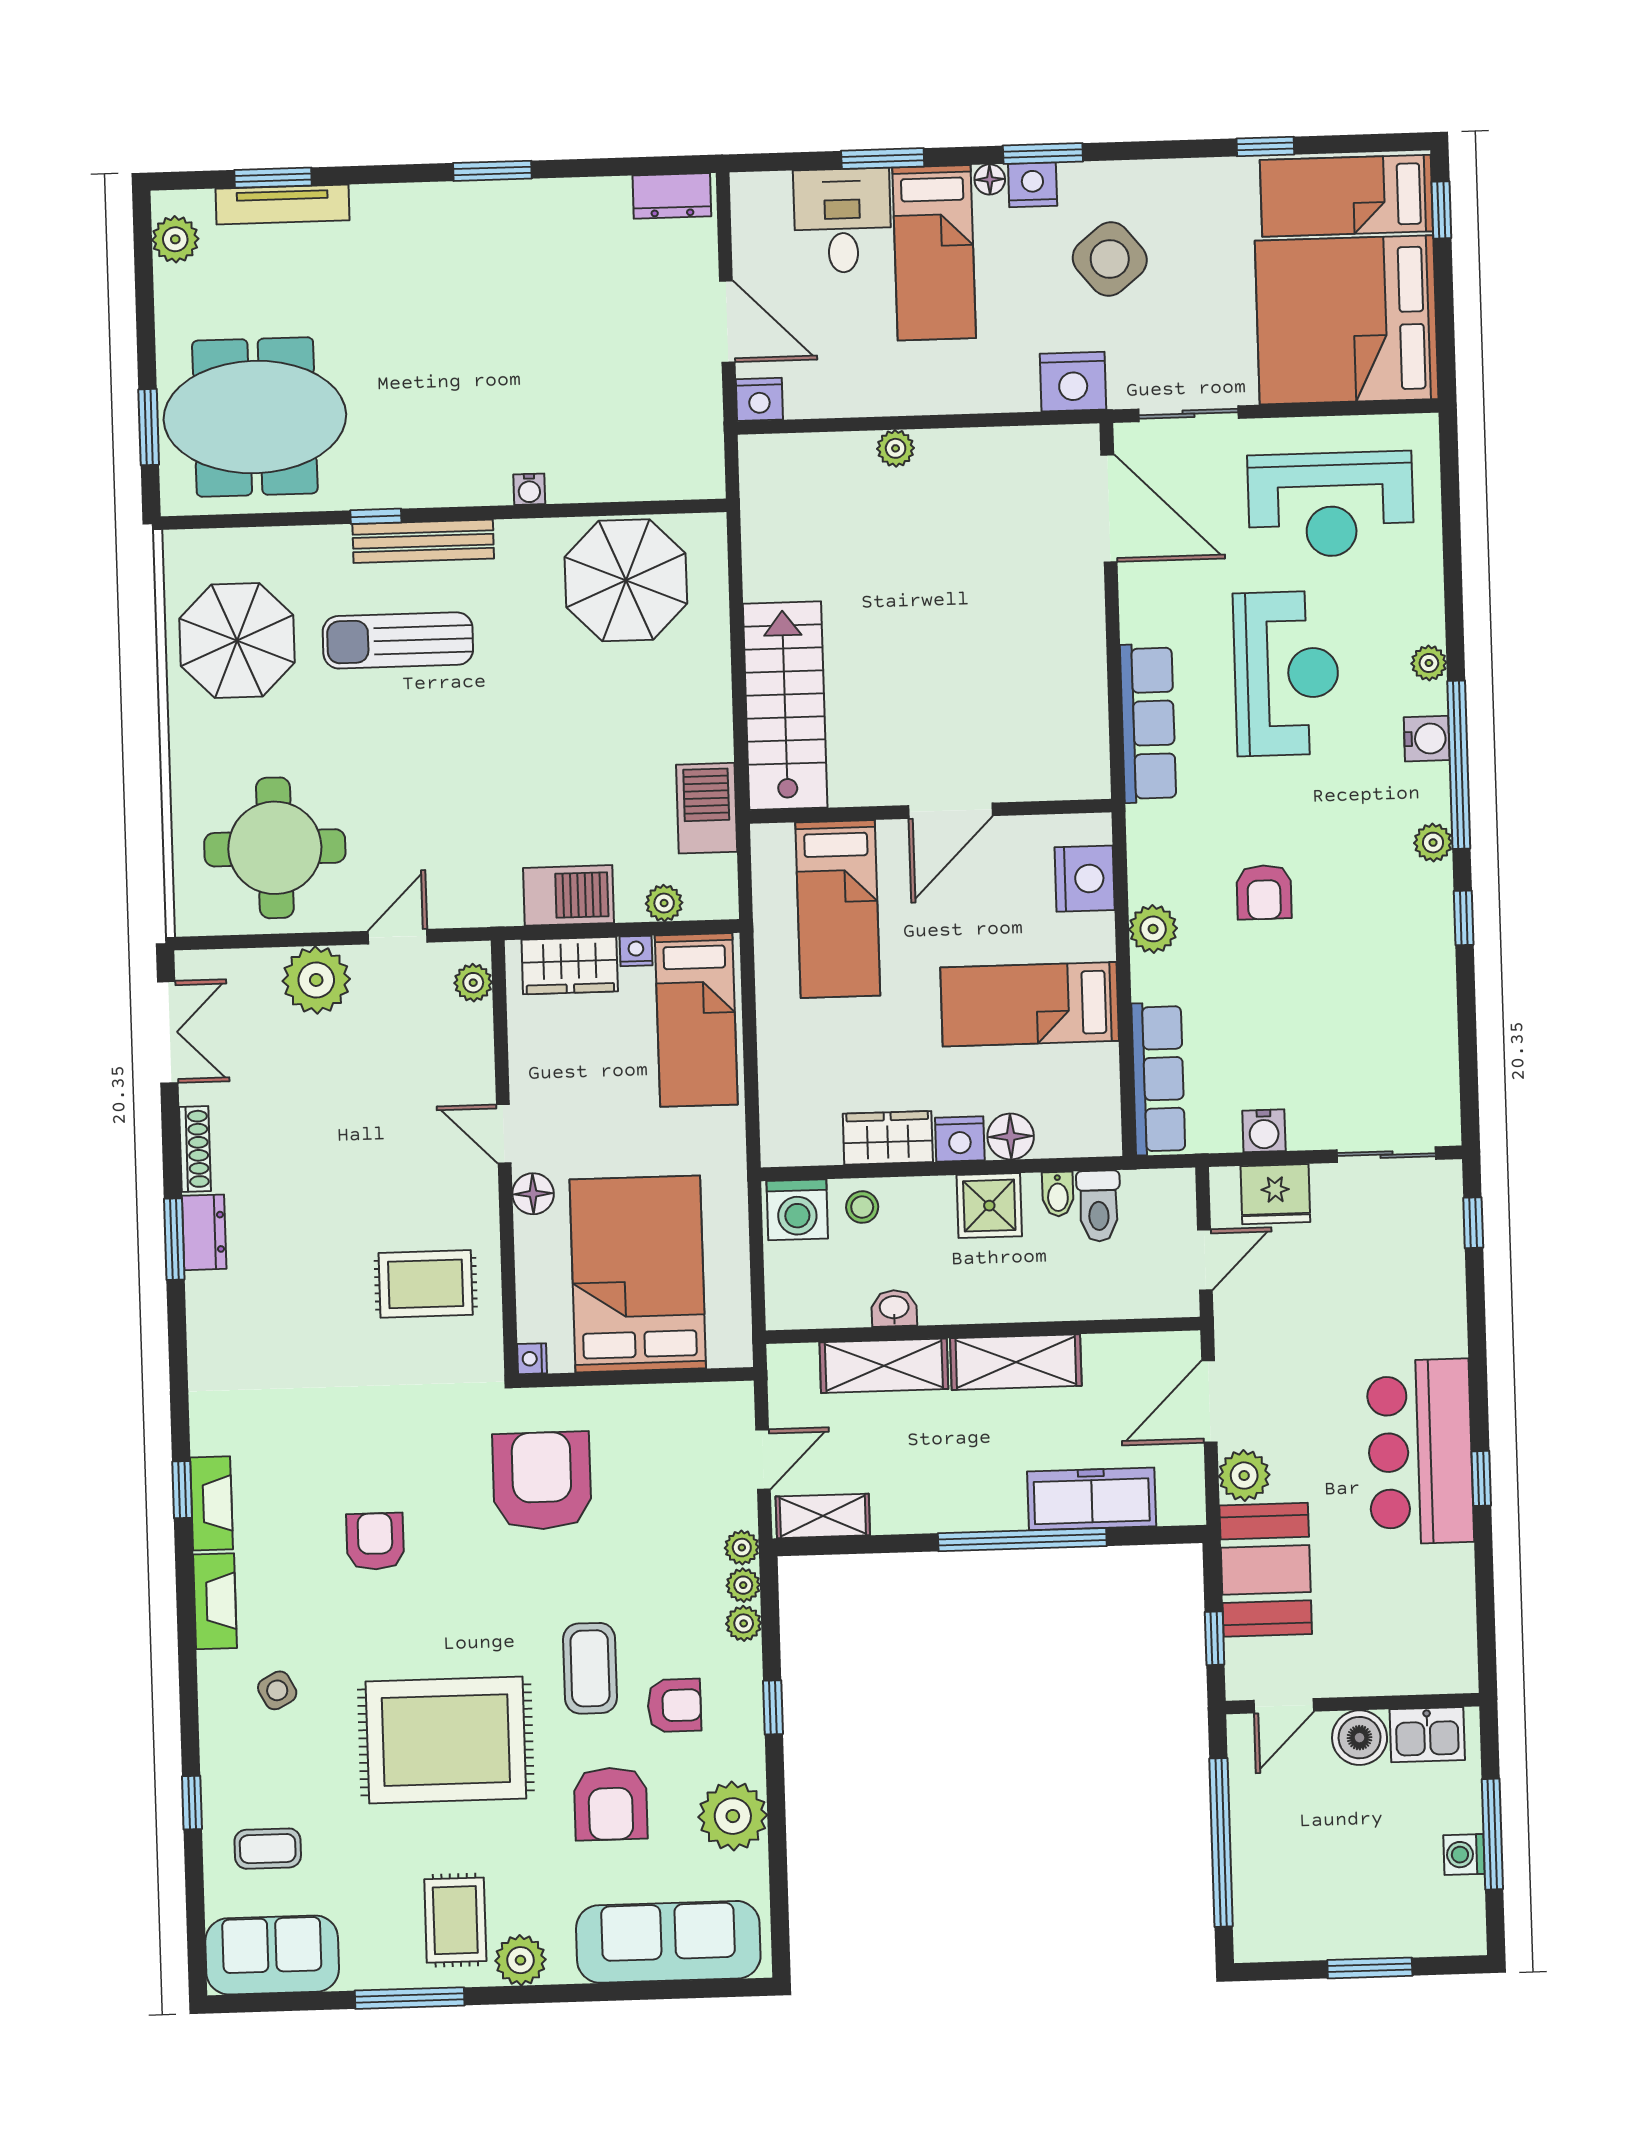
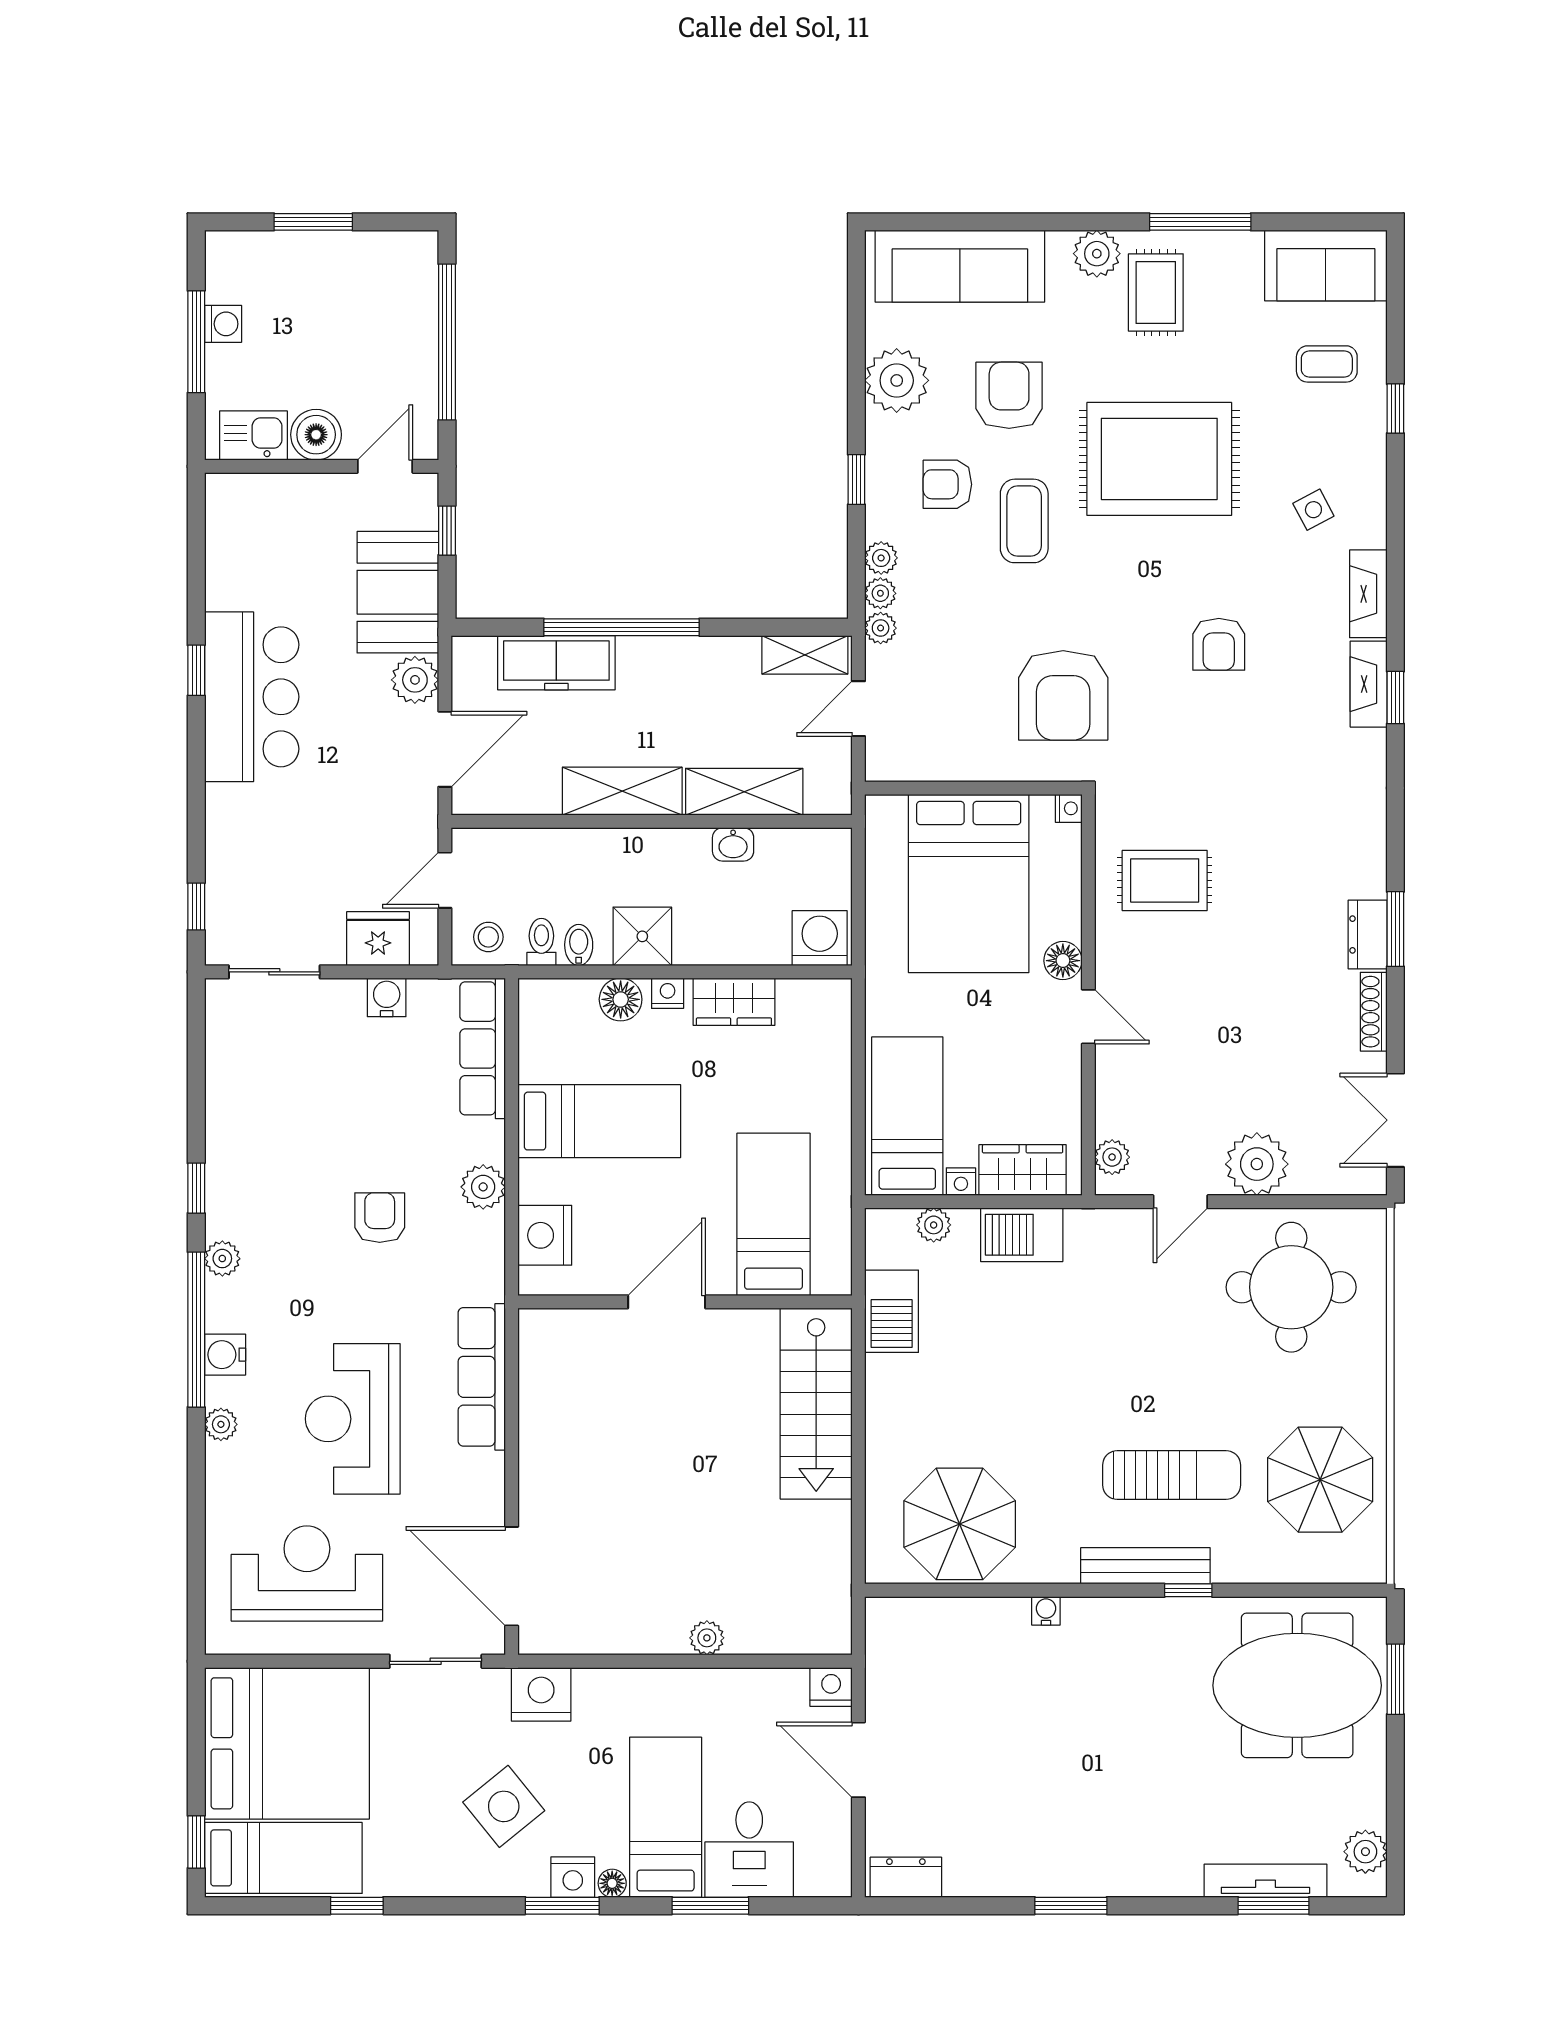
nightstand: (960, 1139) -> (668, 993), width x0.72, depth x0.74
toilet: (1099, 1206) -> (541, 942), width x0.73, depth x0.72
stool: (862, 1207) -> (488, 937), moved

